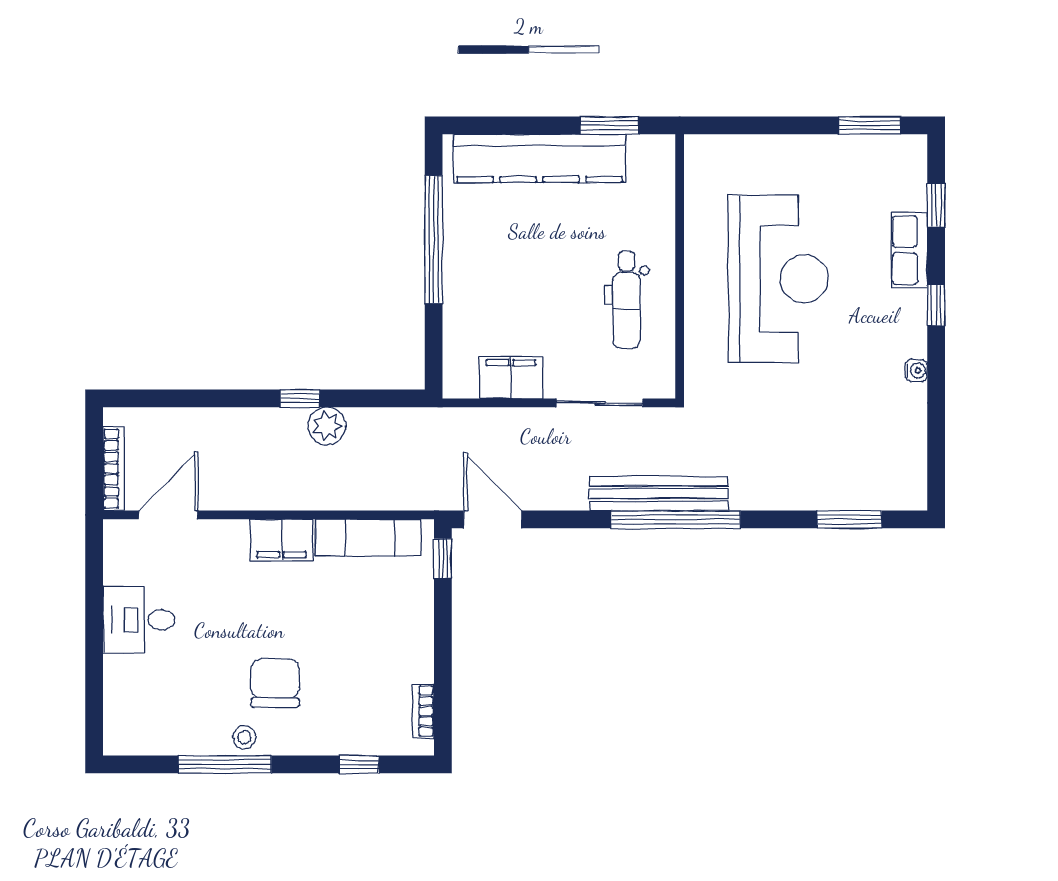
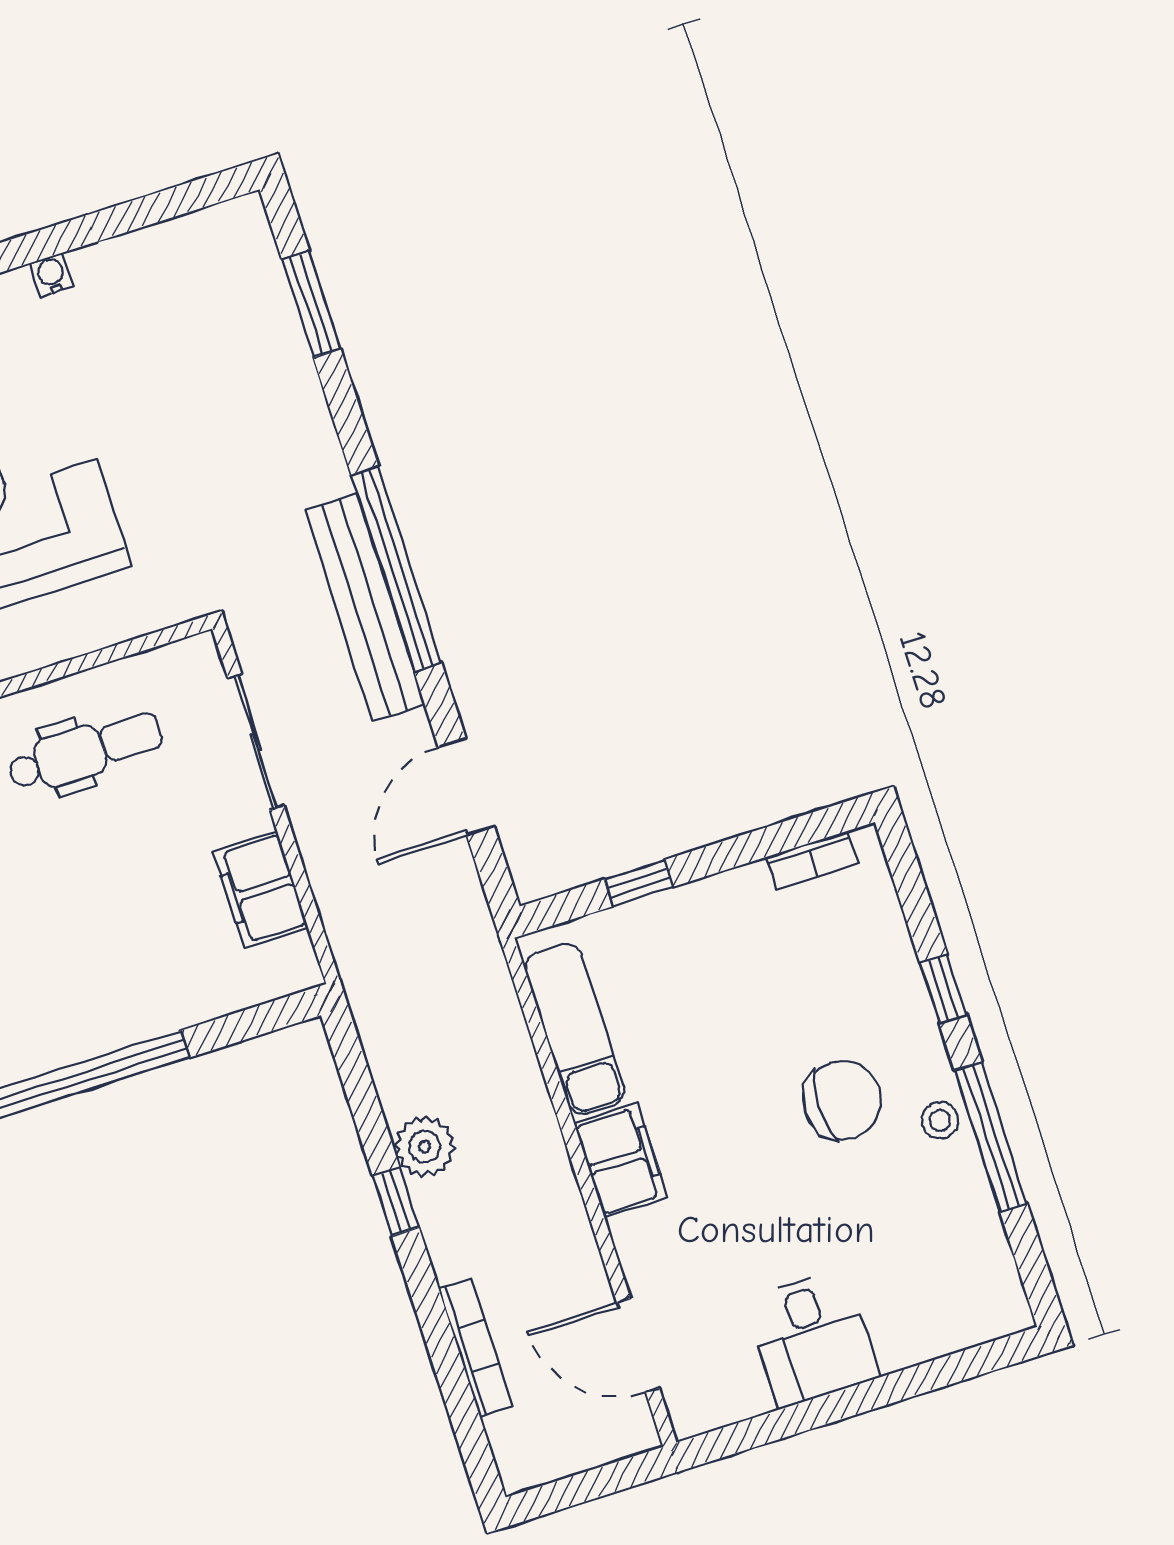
bookcase: (114, 469) -> (475, 1347), moved, turned 90
door: (493, 519) -> (466, 787), moved
window: (443, 558) -> (639, 883), moved
chair: (275, 683) -> (842, 1100), turned 180
window: (359, 764) -> (943, 989), moved

